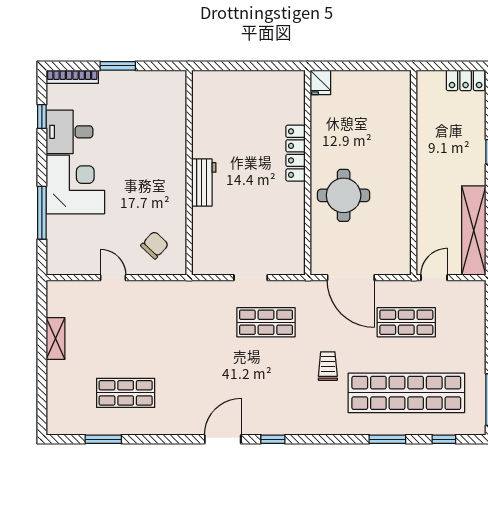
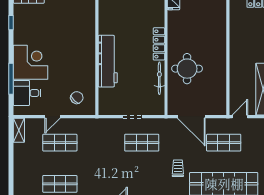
desk: (69, 132) -> (27, 93), moved
workbench: (204, 183) -> (108, 61), width x1.88, depth x1.32
bicycle: (296, 212) -> (159, 78), added
door: (113, 278) -> (52, 117), swing flipped
shop shelf: (126, 322) -> (60, 143), added
shelving: (55, 339) -> (19, 130), moved

